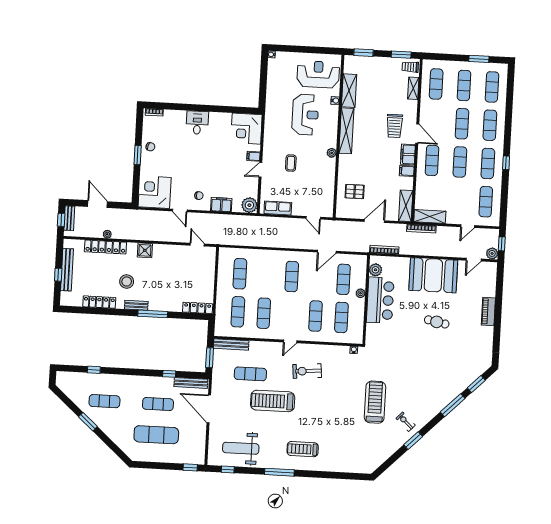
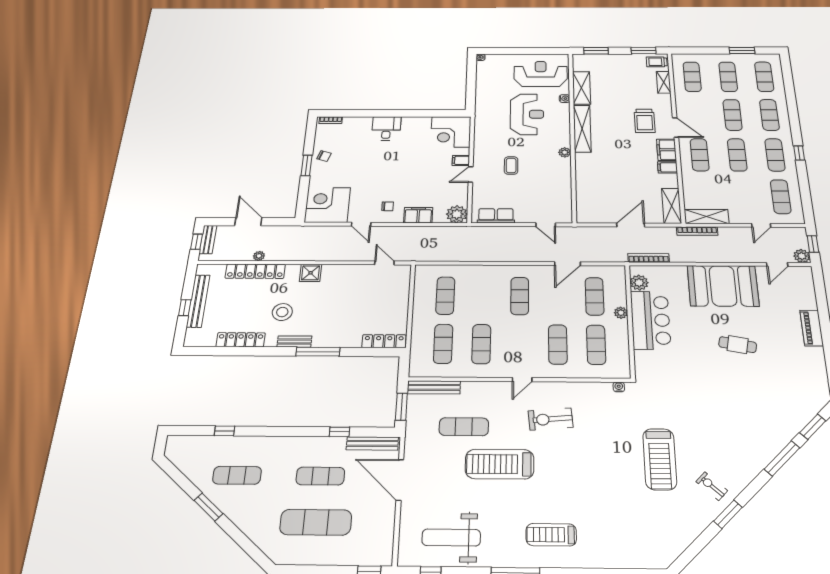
pallet: (355, 192) -> (600, 193), removed
treadmill: (375, 402) -> (660, 459), turned 180

